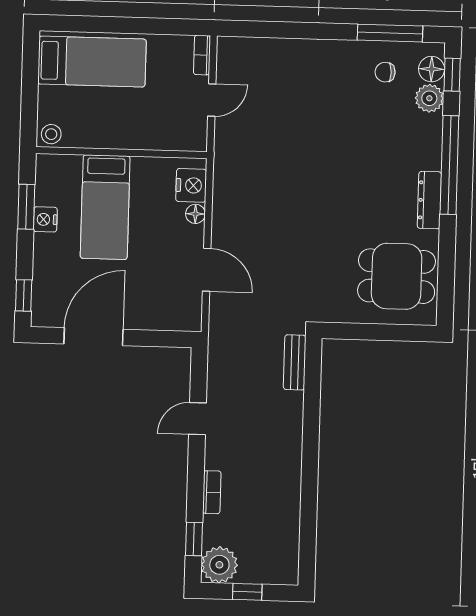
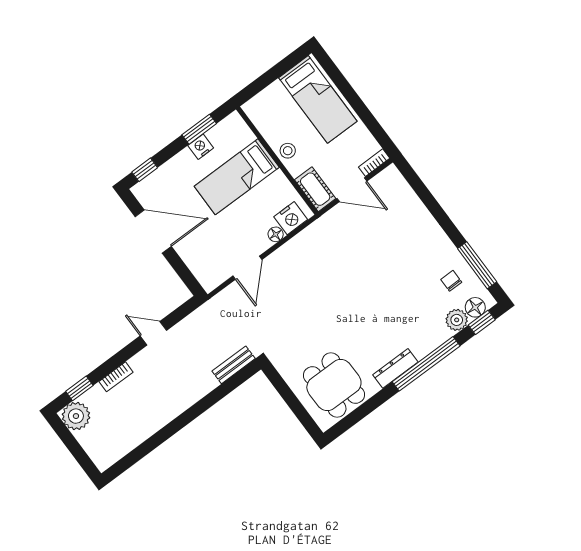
door: (212, 100) -> (352, 190), width x1.38
stool: (51, 134) -> (288, 151), moved
cot: (181, 137) -> (315, 189), added
window: (247, 592) -> (73, 446), removed

